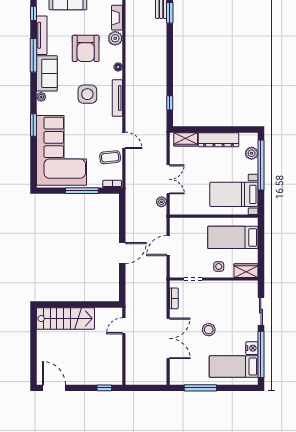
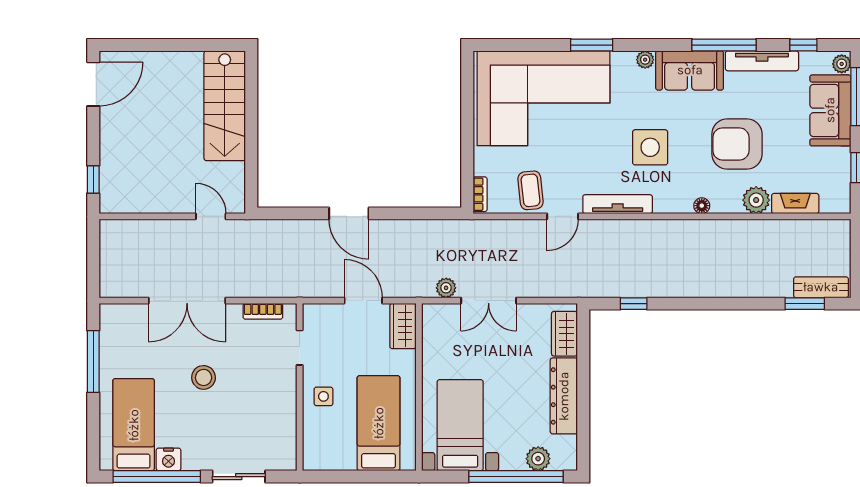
tv unit: (117, 98) -> (618, 204), moved
window: (82, 191) -> (467, 137), removed
wardrobe: (246, 271) -> (403, 326), moved, turned 180

